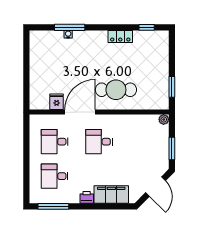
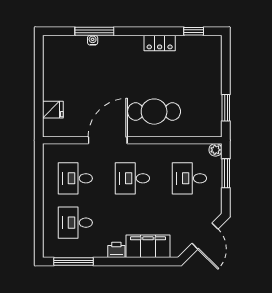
fridge: (57, 102) -> (53, 110), moved, turned 90
desk: (143, 142) -> (189, 178), added
window: (172, 149) -> (226, 173), moved

